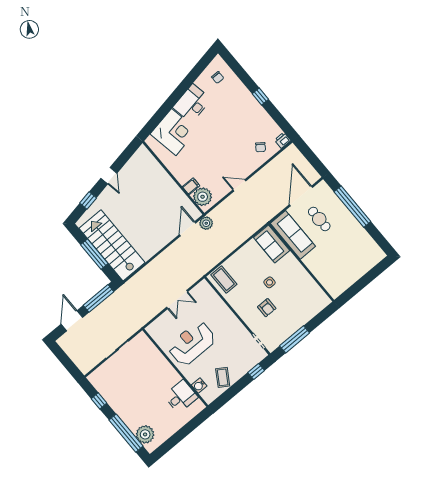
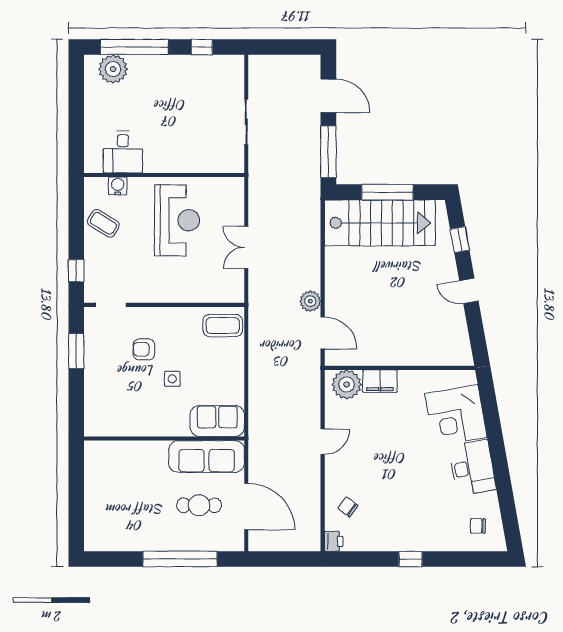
filing cabinet: (191, 186) -> (380, 381), width x2.00
plant: (206, 223) -> (310, 301), moved
window: (295, 339) -> (76, 351), width x0.69

